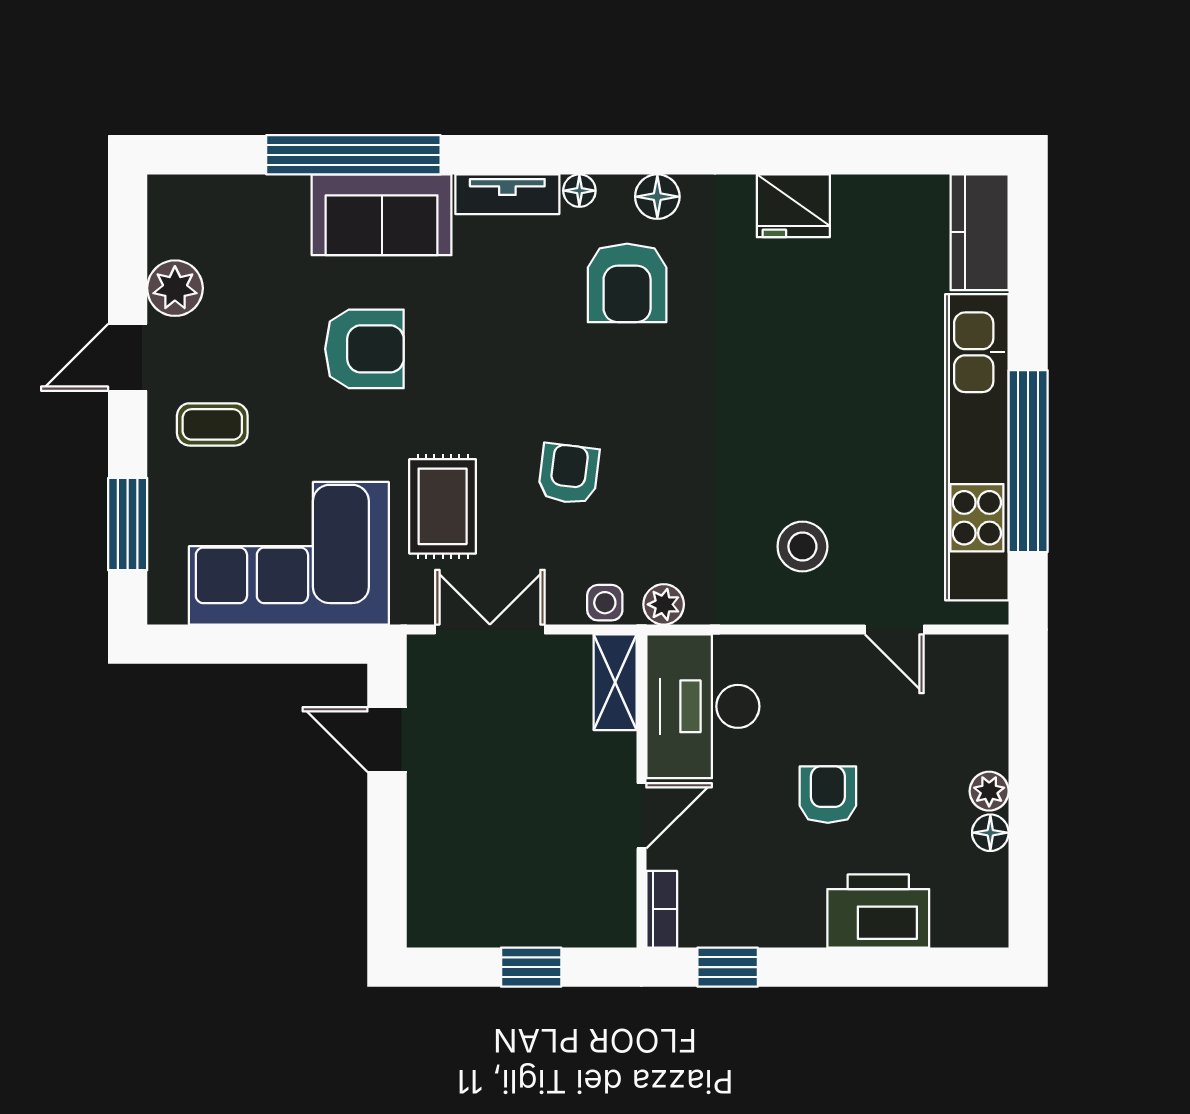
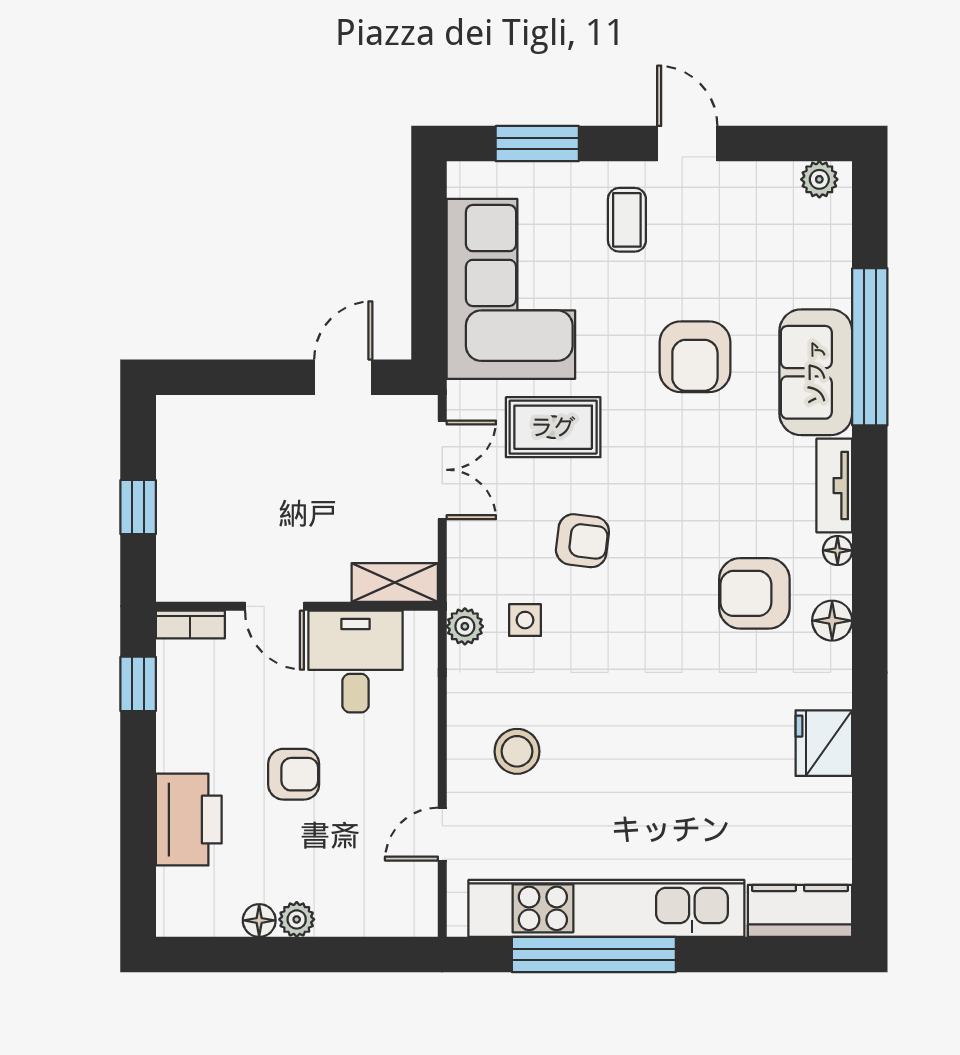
plant: (175, 288) -> (819, 179), moved, width x0.73, depth x0.73
side table: (605, 603) -> (525, 620), moved
desk: (703, 706) -> (355, 662), width x0.73

